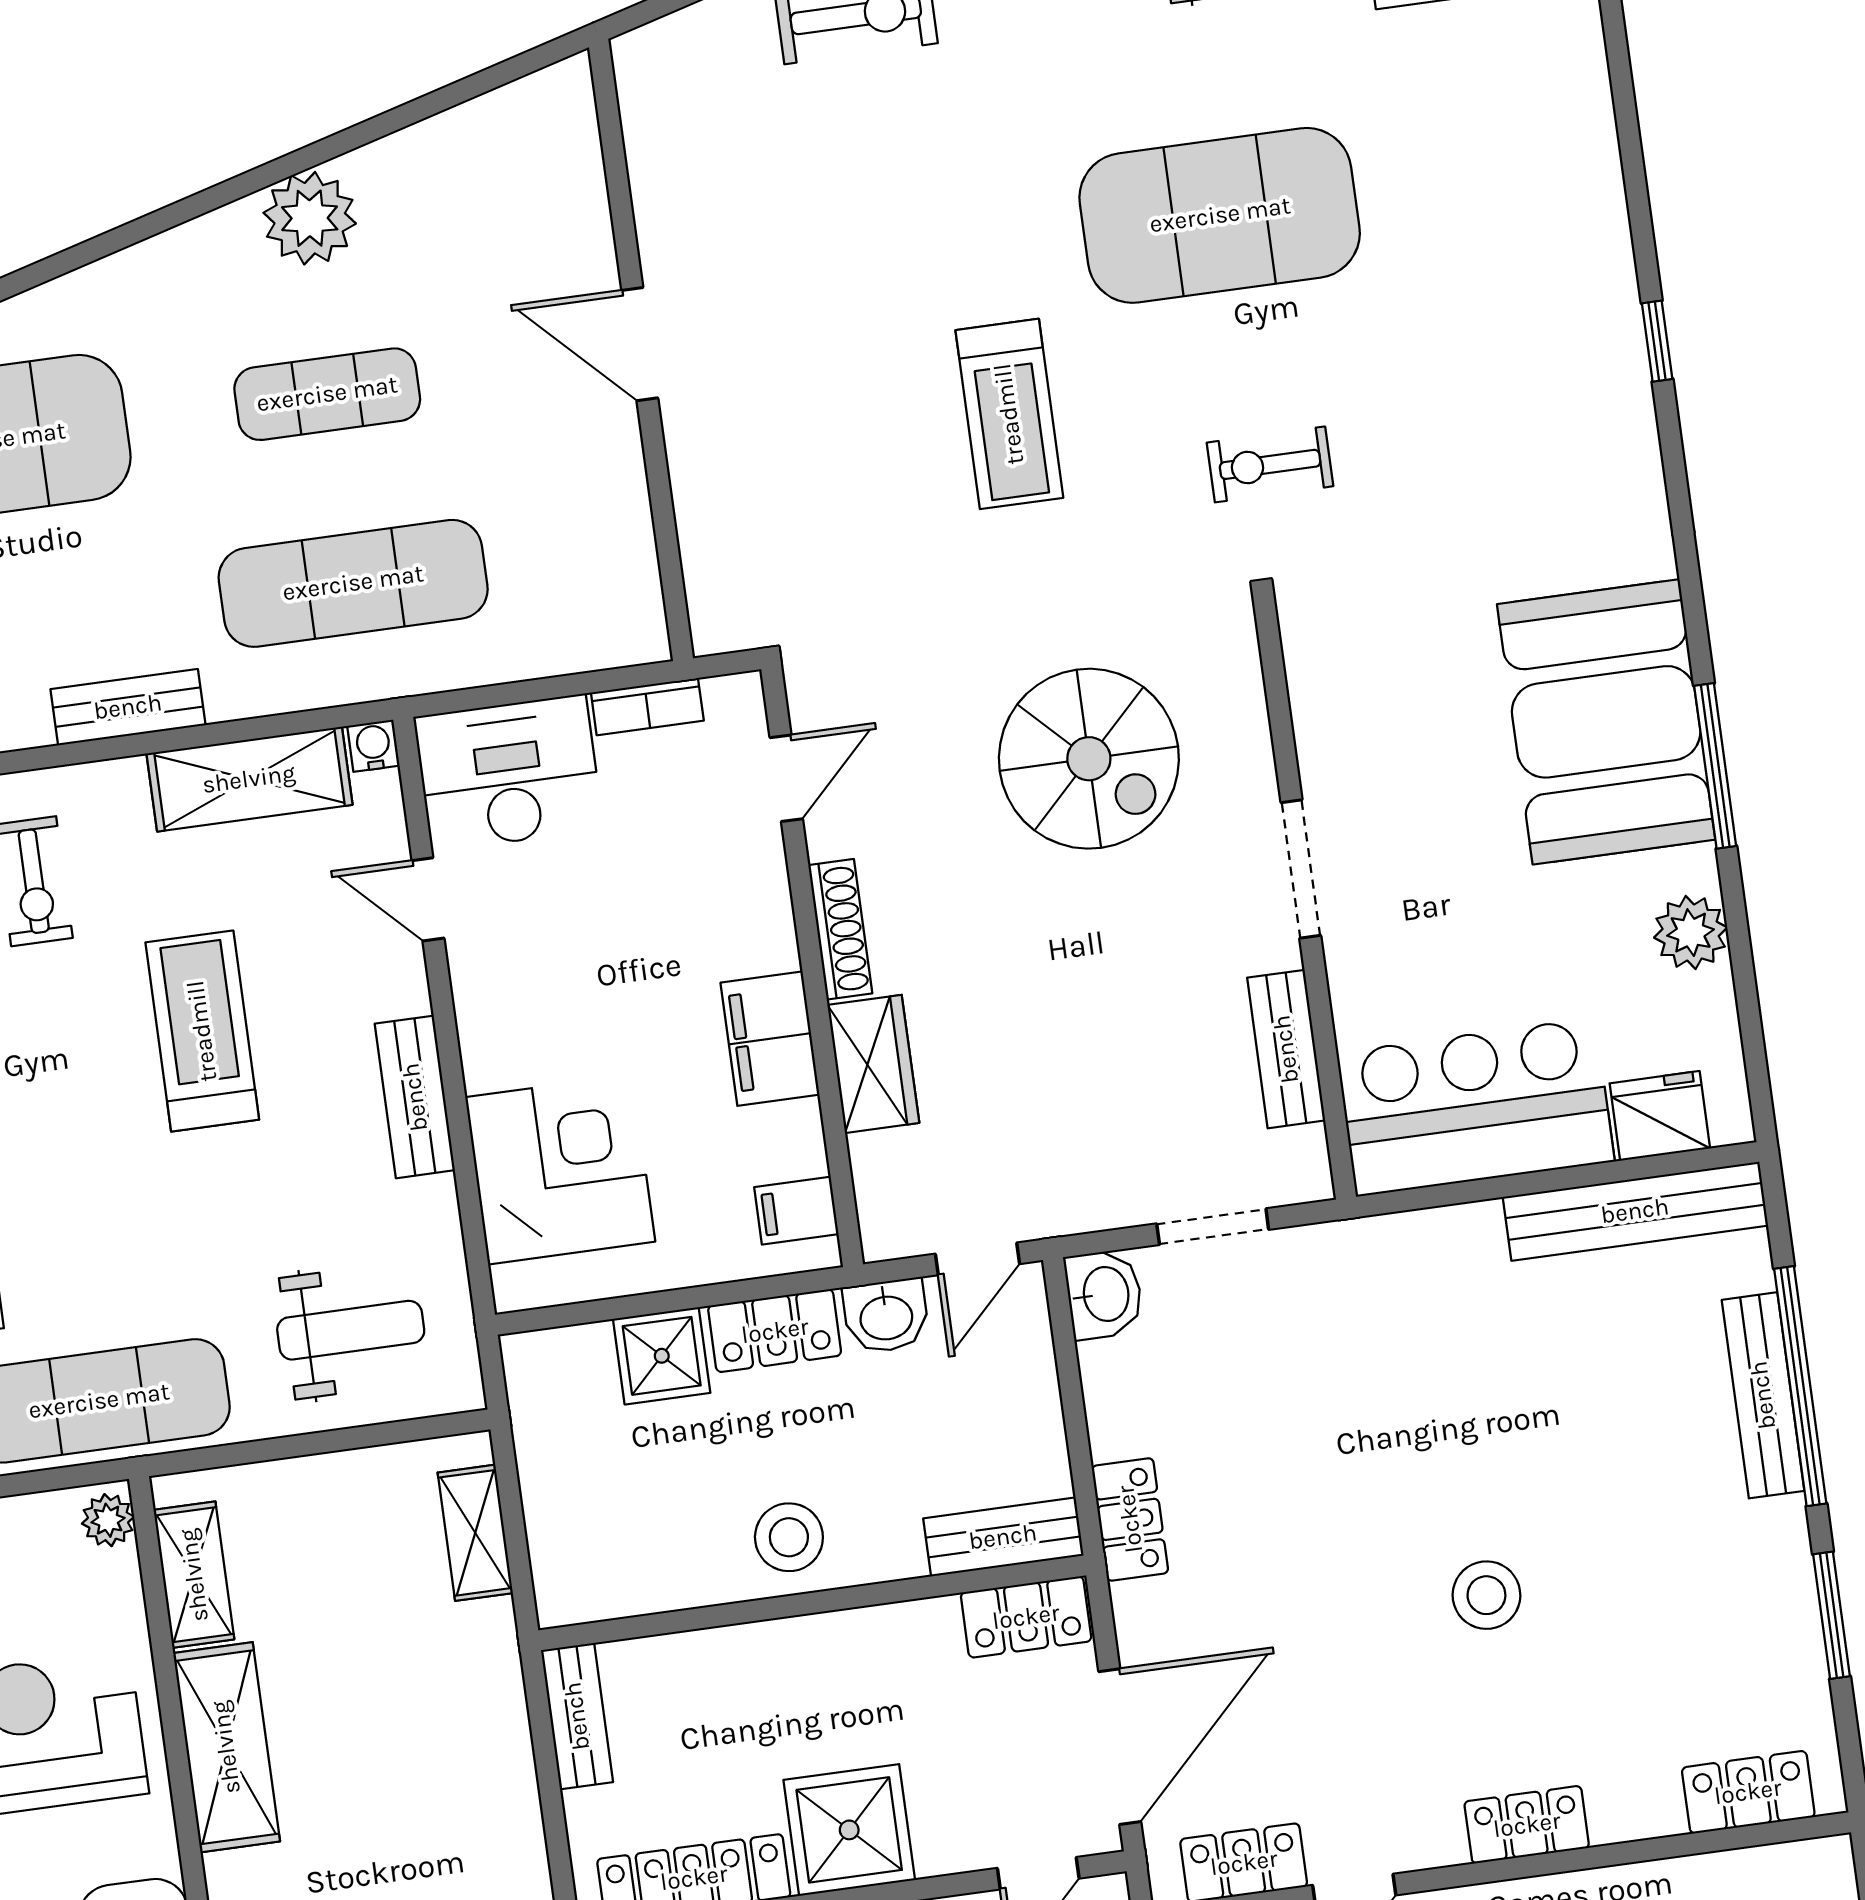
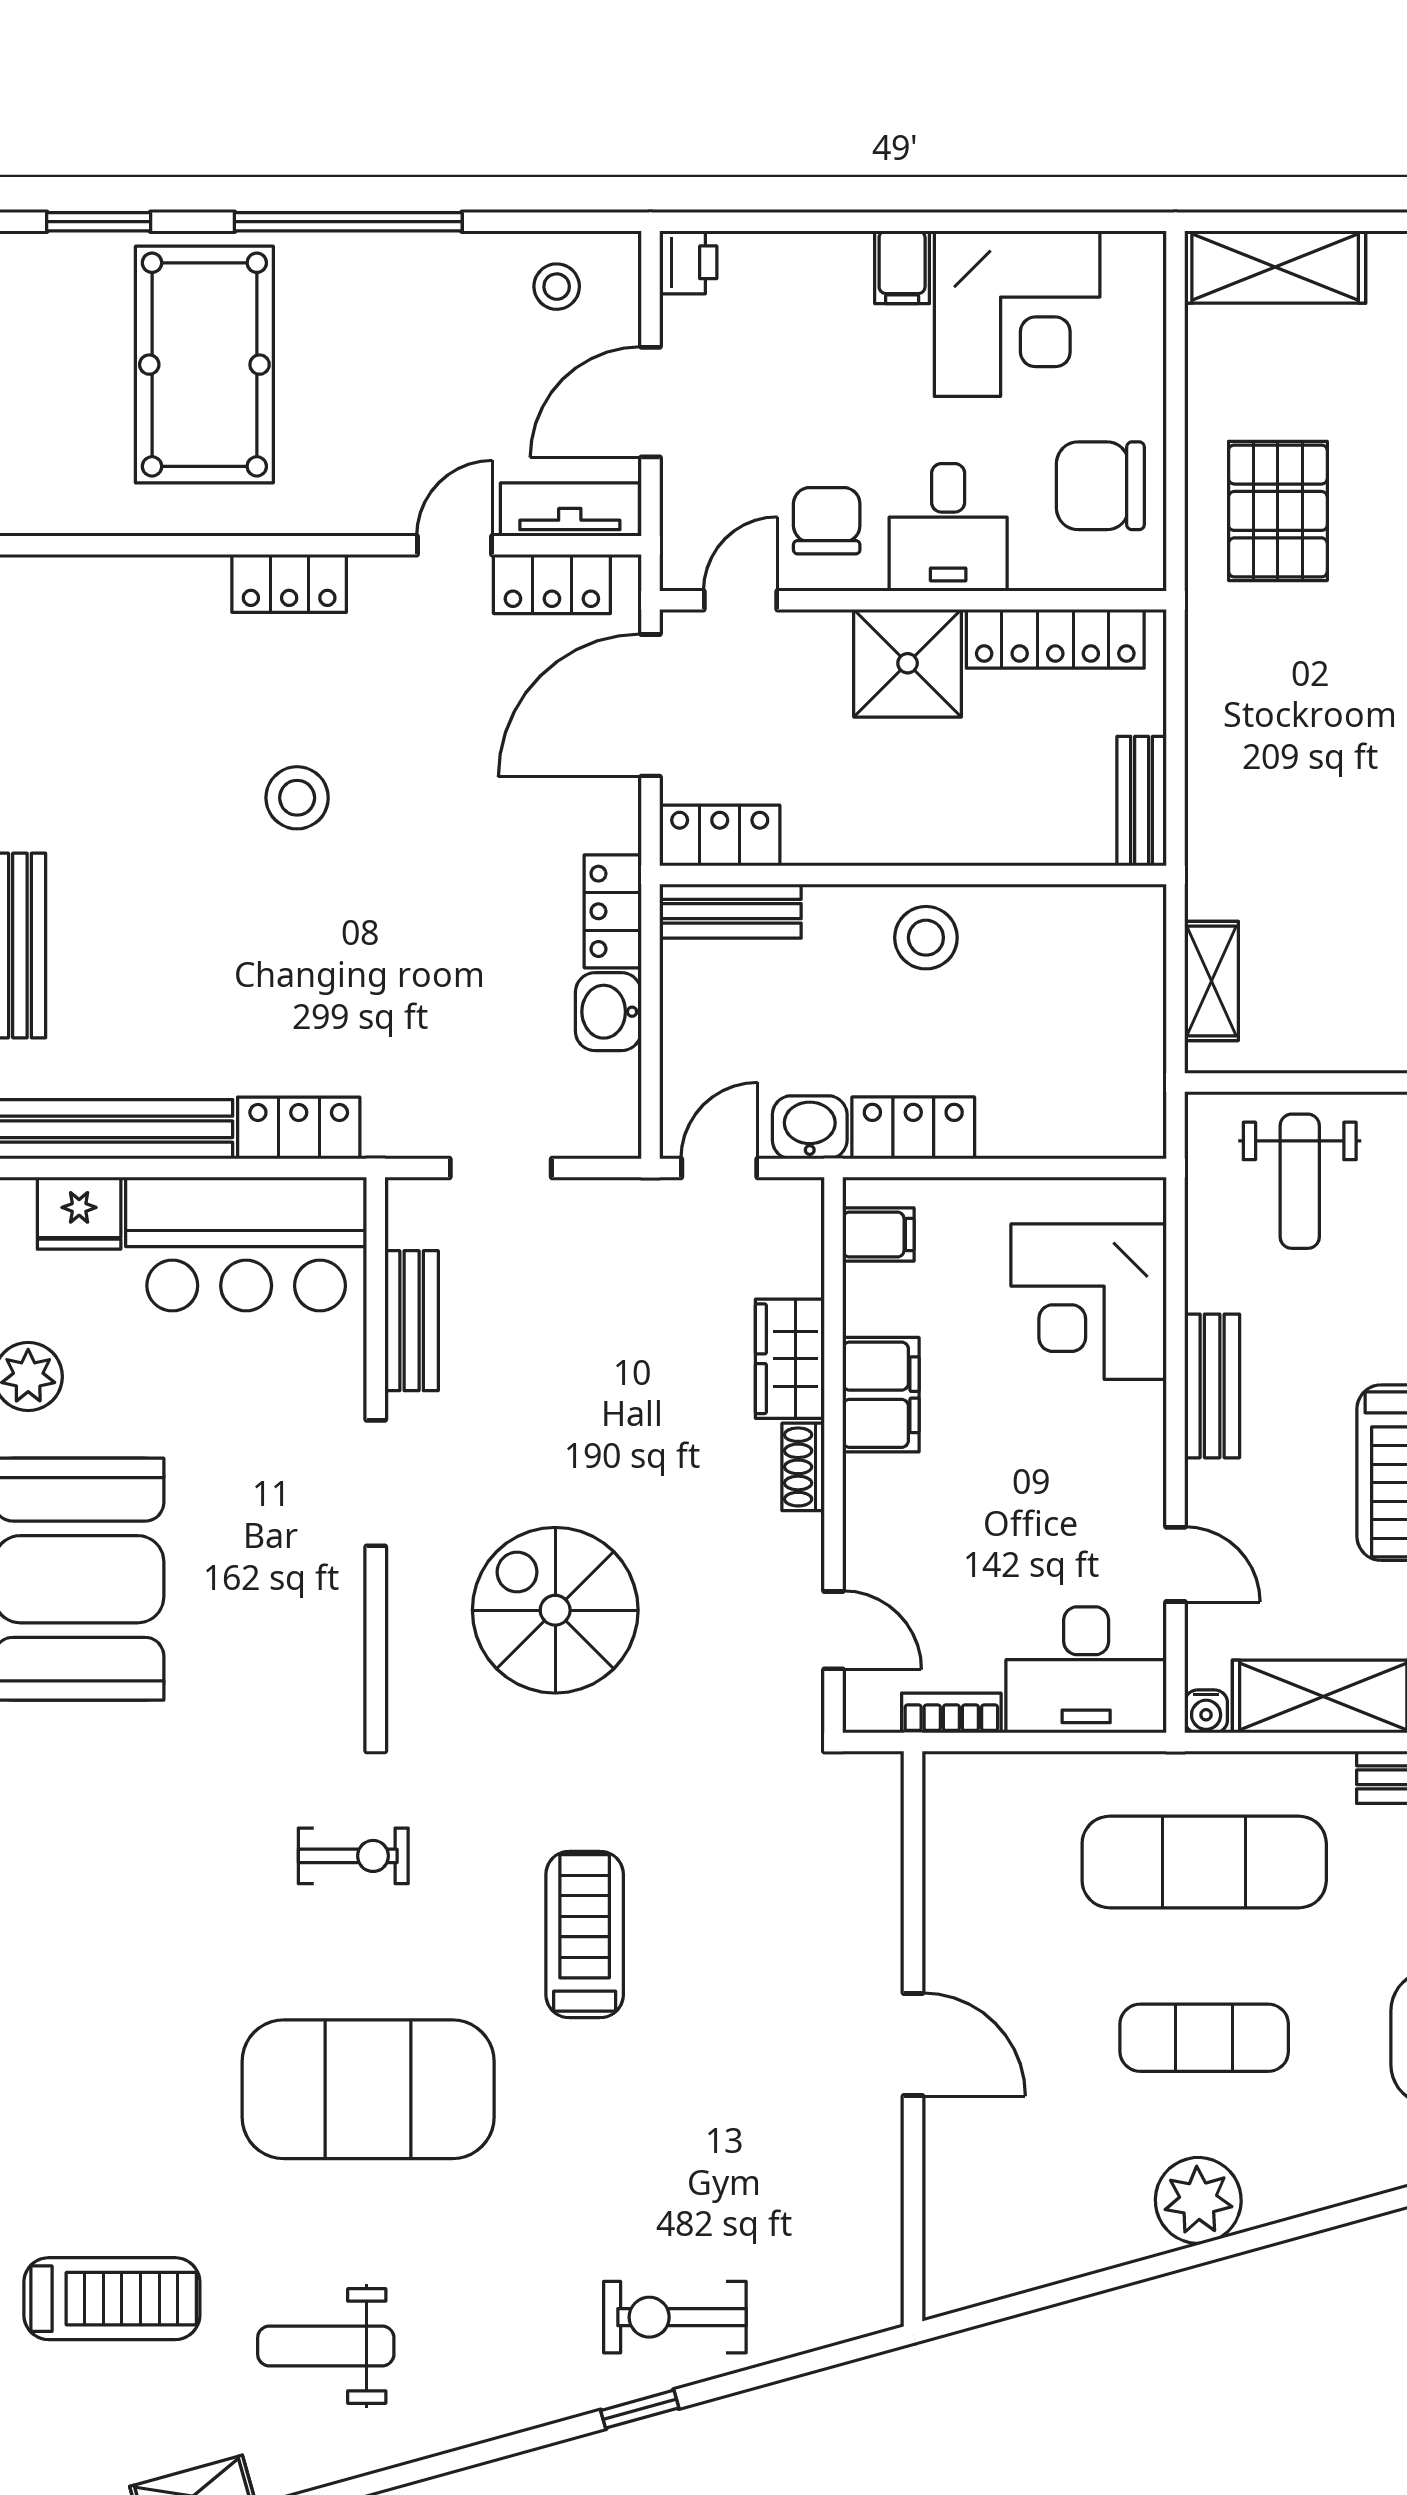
door: (786, 778) -> (834, 1630), swing flipped
shoe rack: (840, 929) -> (803, 1467), width x0.70
washbasin: (1104, 1294) -> (608, 1012), moved
weight bench: (351, 1330) -> (1300, 1181), turned -90
shower: (662, 1356) -> (1019, 1119), removed
locker: (1748, 1792) -> (299, 1128), moved, turned 180

